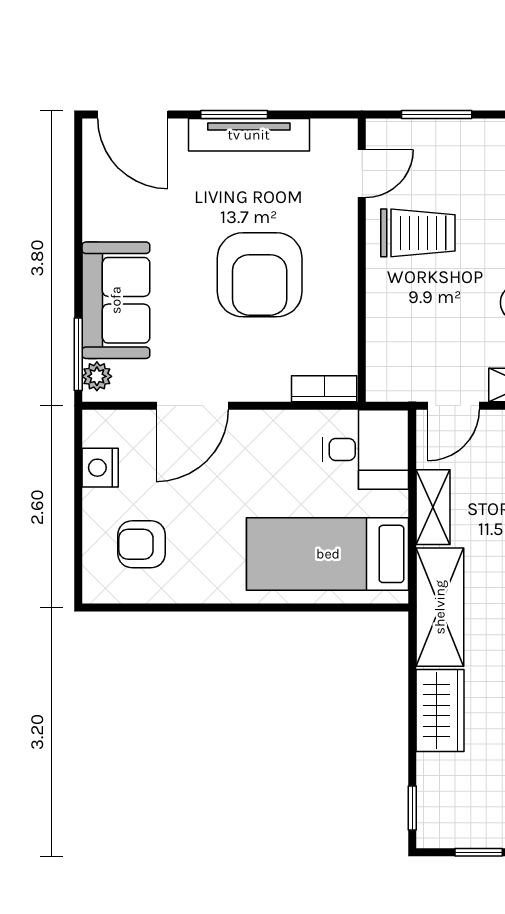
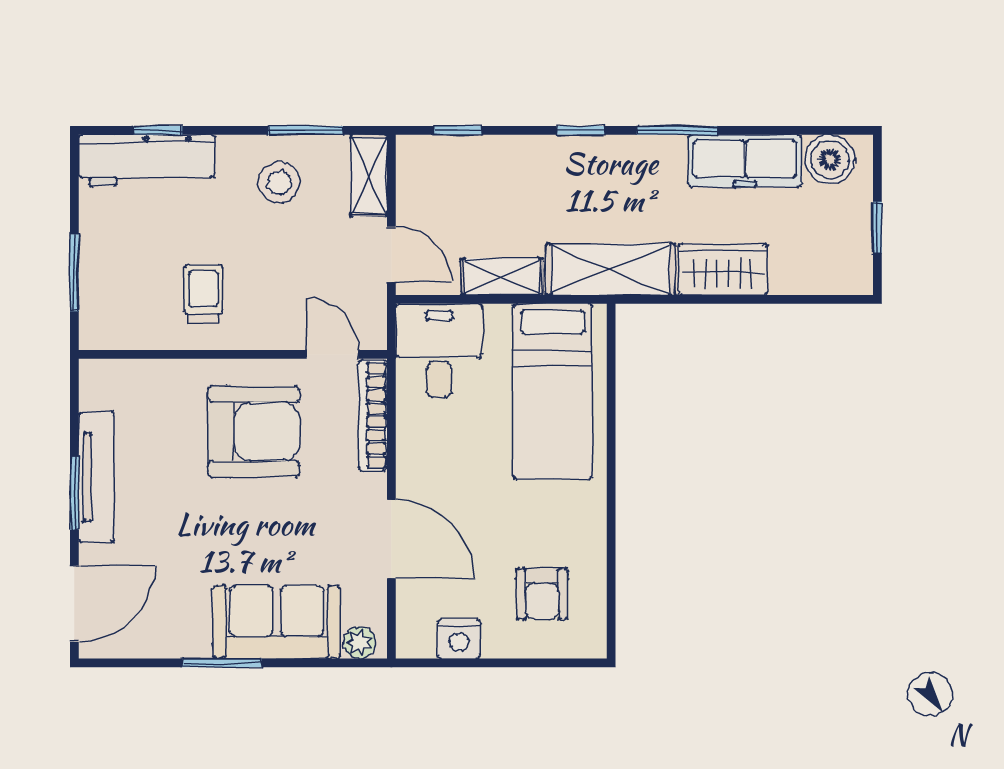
door: (362, 174) -> (333, 354), moved
trolley: (418, 233) -> (203, 293), width x0.73, depth x0.72
armchair: (260, 275) -> (254, 432), moved
window: (78, 354) -> (222, 663), moved
bookcase: (324, 389) -> (373, 415), width x1.56
window: (412, 808) -> (829, 299), removed

